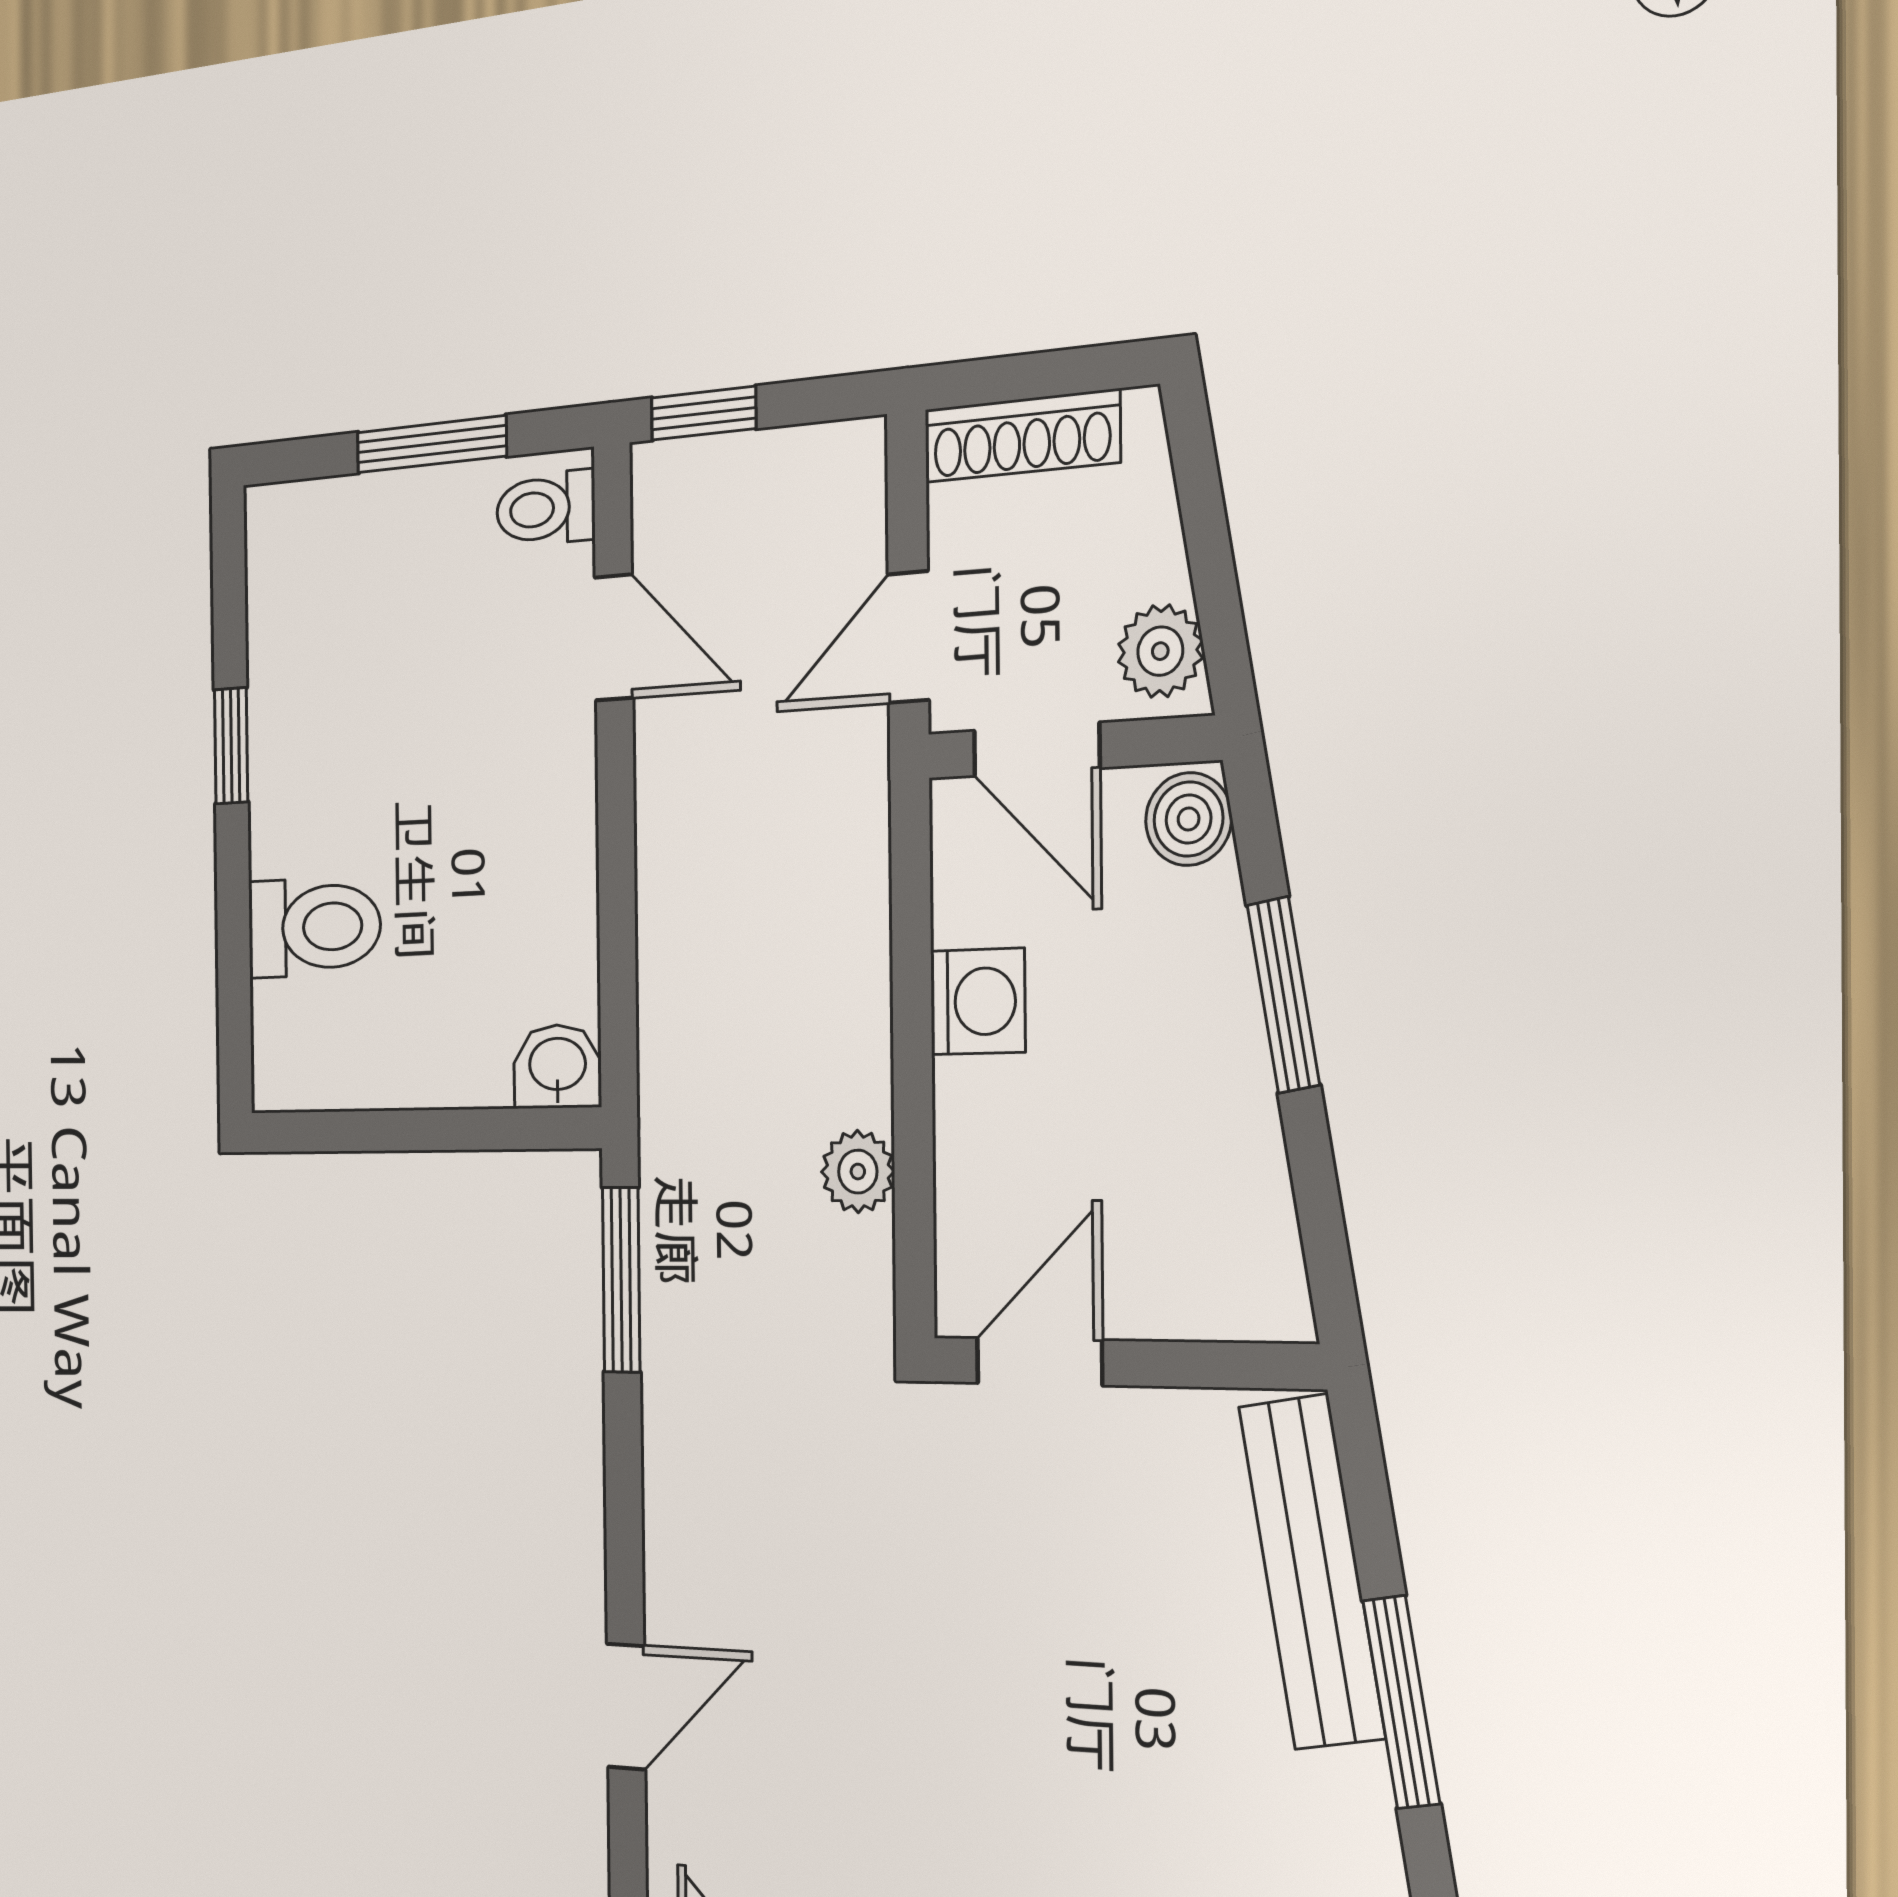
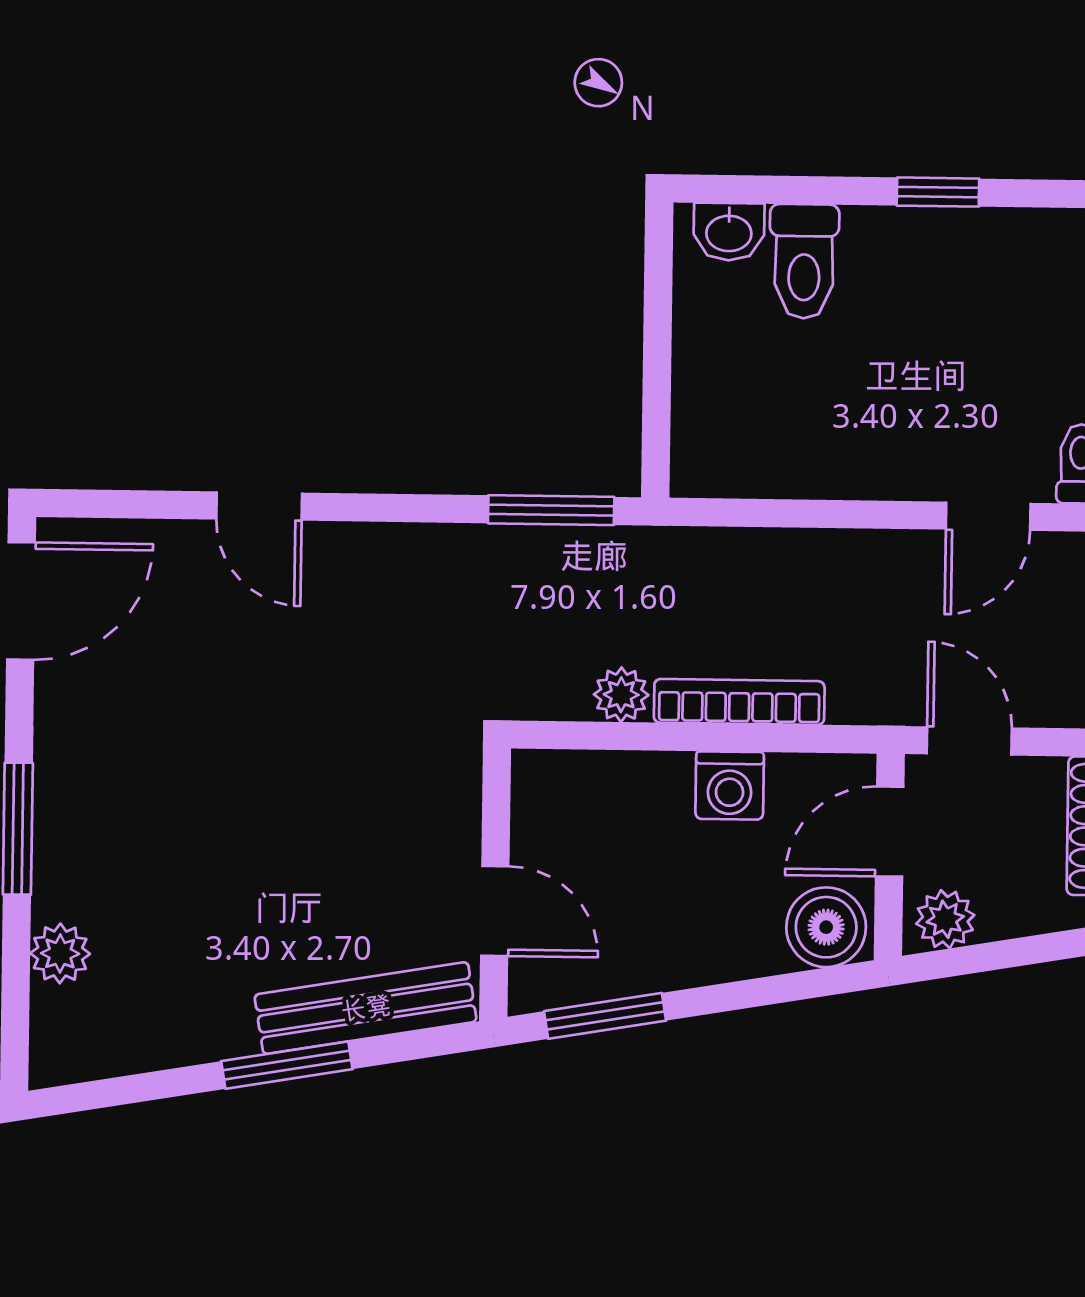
boiler: (1189, 819) -> (826, 927), width x1.36, depth x1.36
bookcase: (863, 992) -> (739, 702), added
window: (1283, 995) -> (605, 1016), moved
washbasin: (557, 1066) -> (729, 232), moved, turned 90
door: (1039, 1362) -> (495, 911), moved

